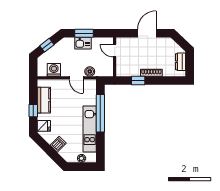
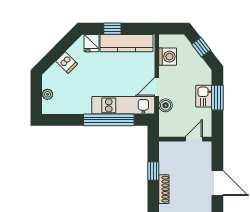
kitchen counter: (44, 100) -> (126, 43), width x1.50
kitchen unit: (90, 129) -> (123, 105), moved

